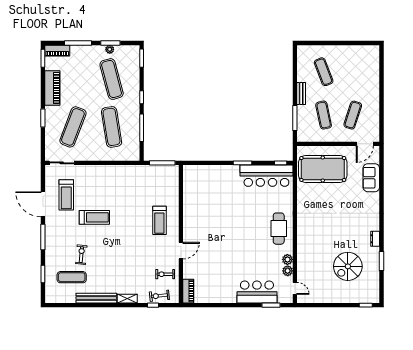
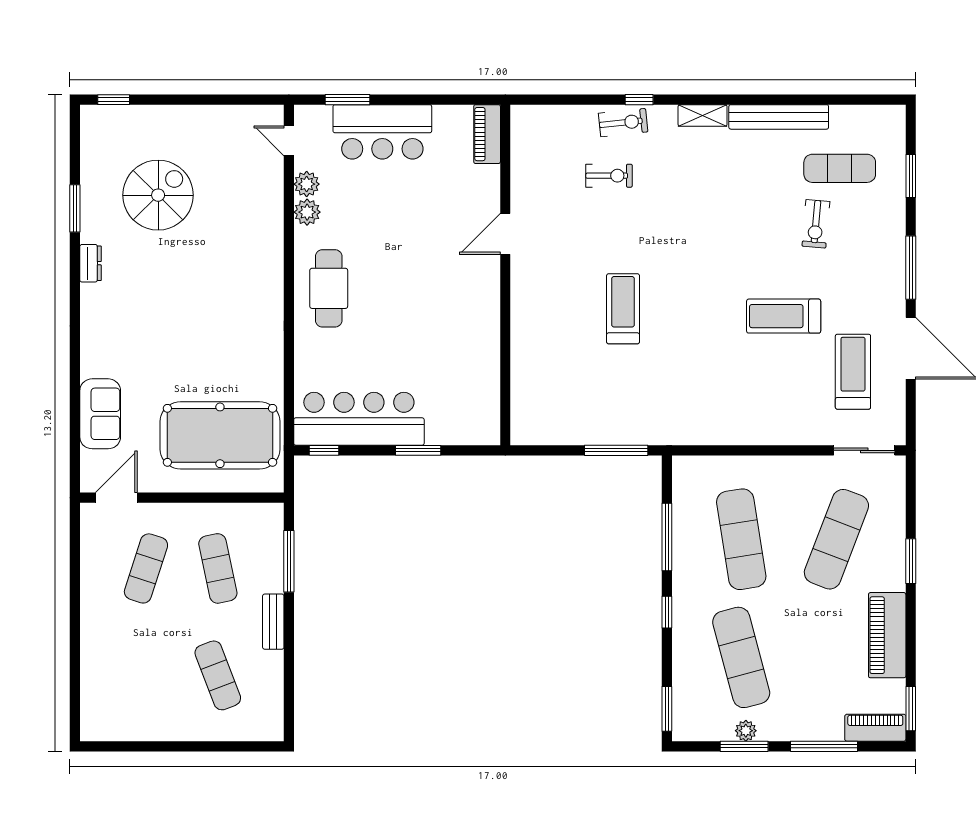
wall: (181, 234) -> (505, 275), moved
door: (181, 251) -> (505, 234), moved
piano: (188, 291) -> (487, 134), moved

